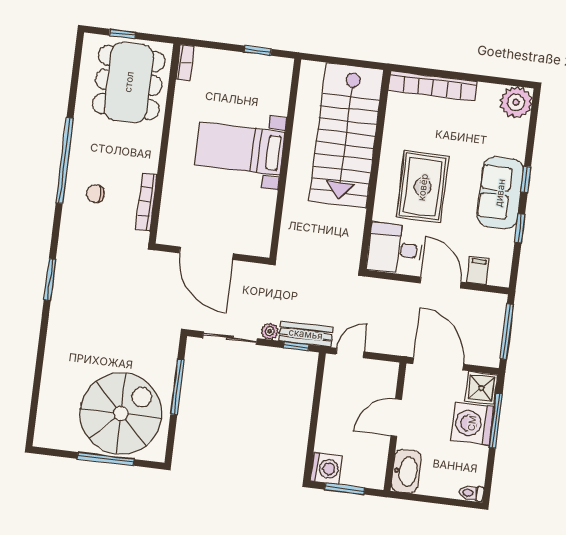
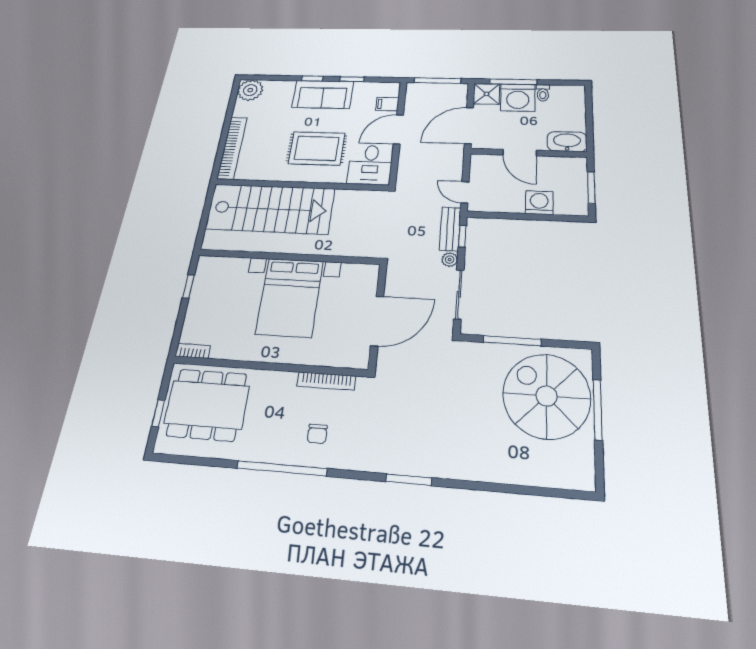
bed with nightstands: (240, 149) -> (290, 297), width x1.36
washing machine: (326, 468) -> (539, 203), moved
toilet: (471, 493) -> (543, 93), moved

